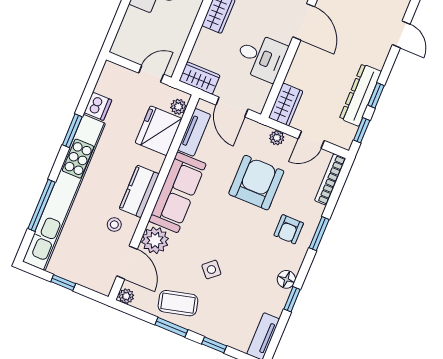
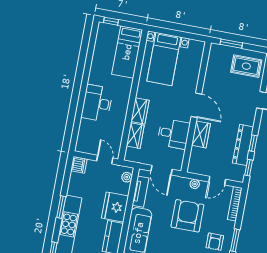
door: (151, 74) -> (105, 160), hinge flipped
wardrobe: (199, 78) -> (135, 136), moved, turned 90
wardrobe: (286, 104) -> (201, 134), moved
dishwasher: (98, 106) -> (79, 165), moved
fridge: (159, 131) -> (115, 207), moved

